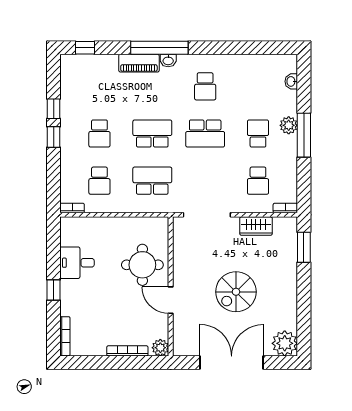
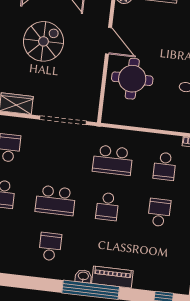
school desk: (152, 134) -> (107, 206), width x0.54
school desk: (205, 134) -> (55, 200), turned 180
school desk: (99, 181) -> (165, 166), turned 180

